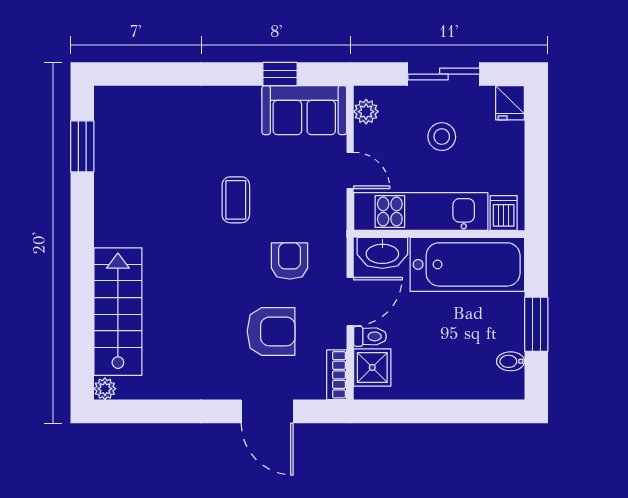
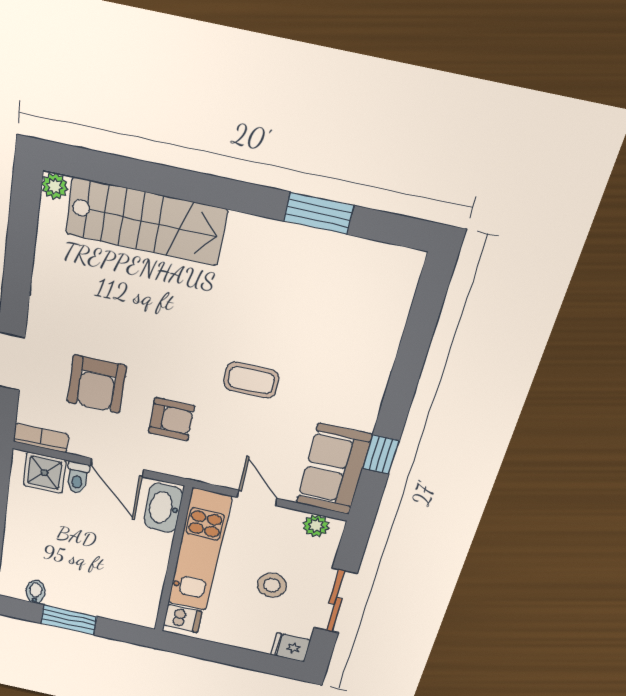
window: (82, 146) -> (319, 213), moved
door: (350, 170) -> (257, 498), swing flipped
bathtub: (467, 264) -> (137, 578), removed

